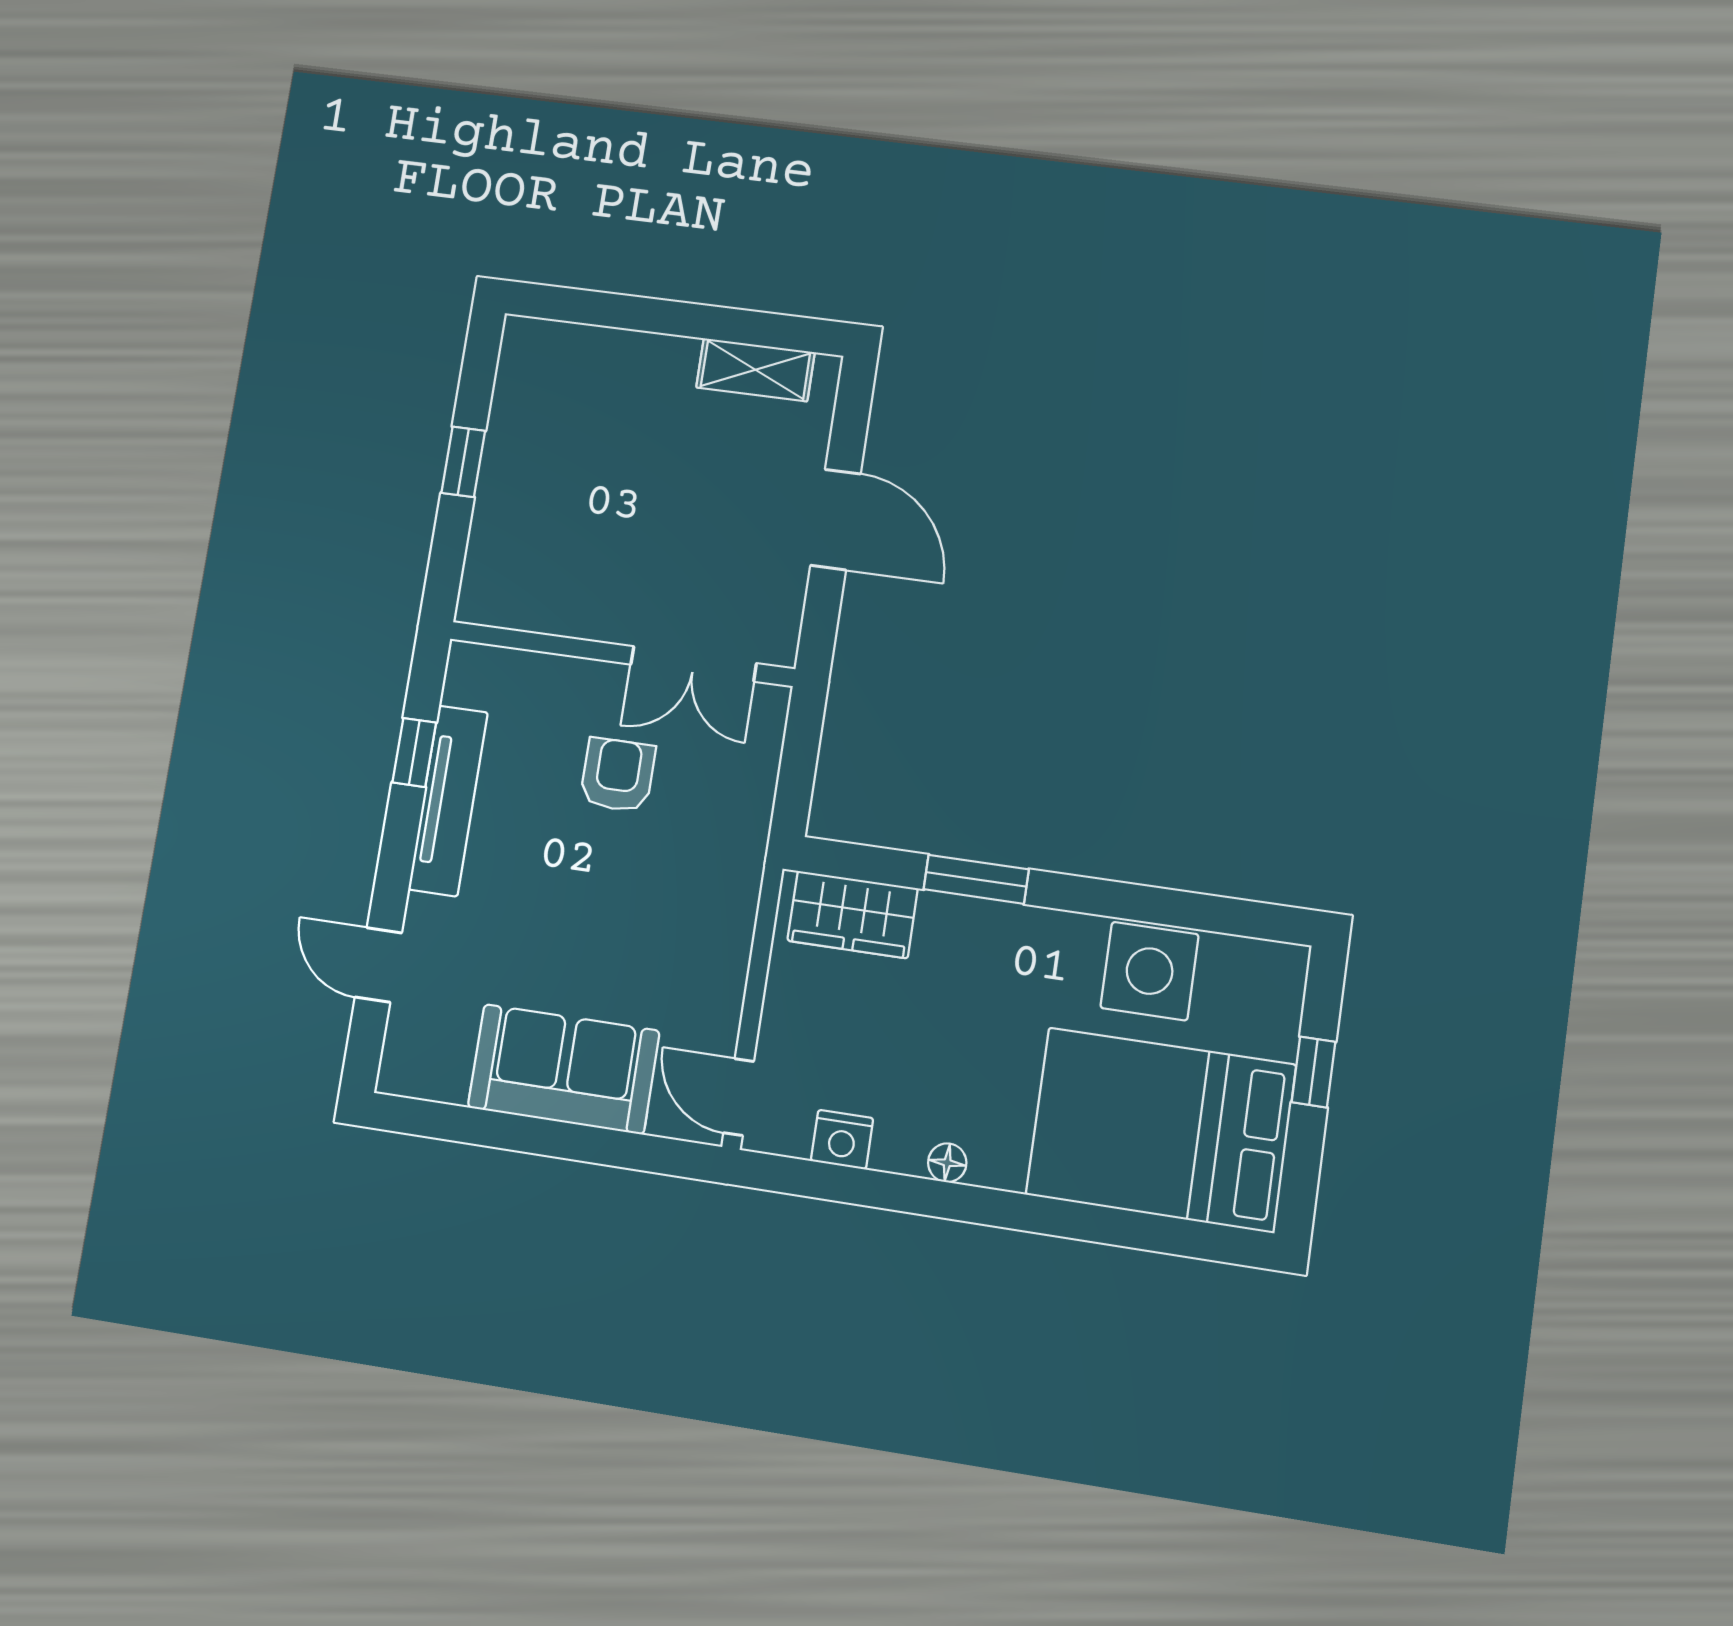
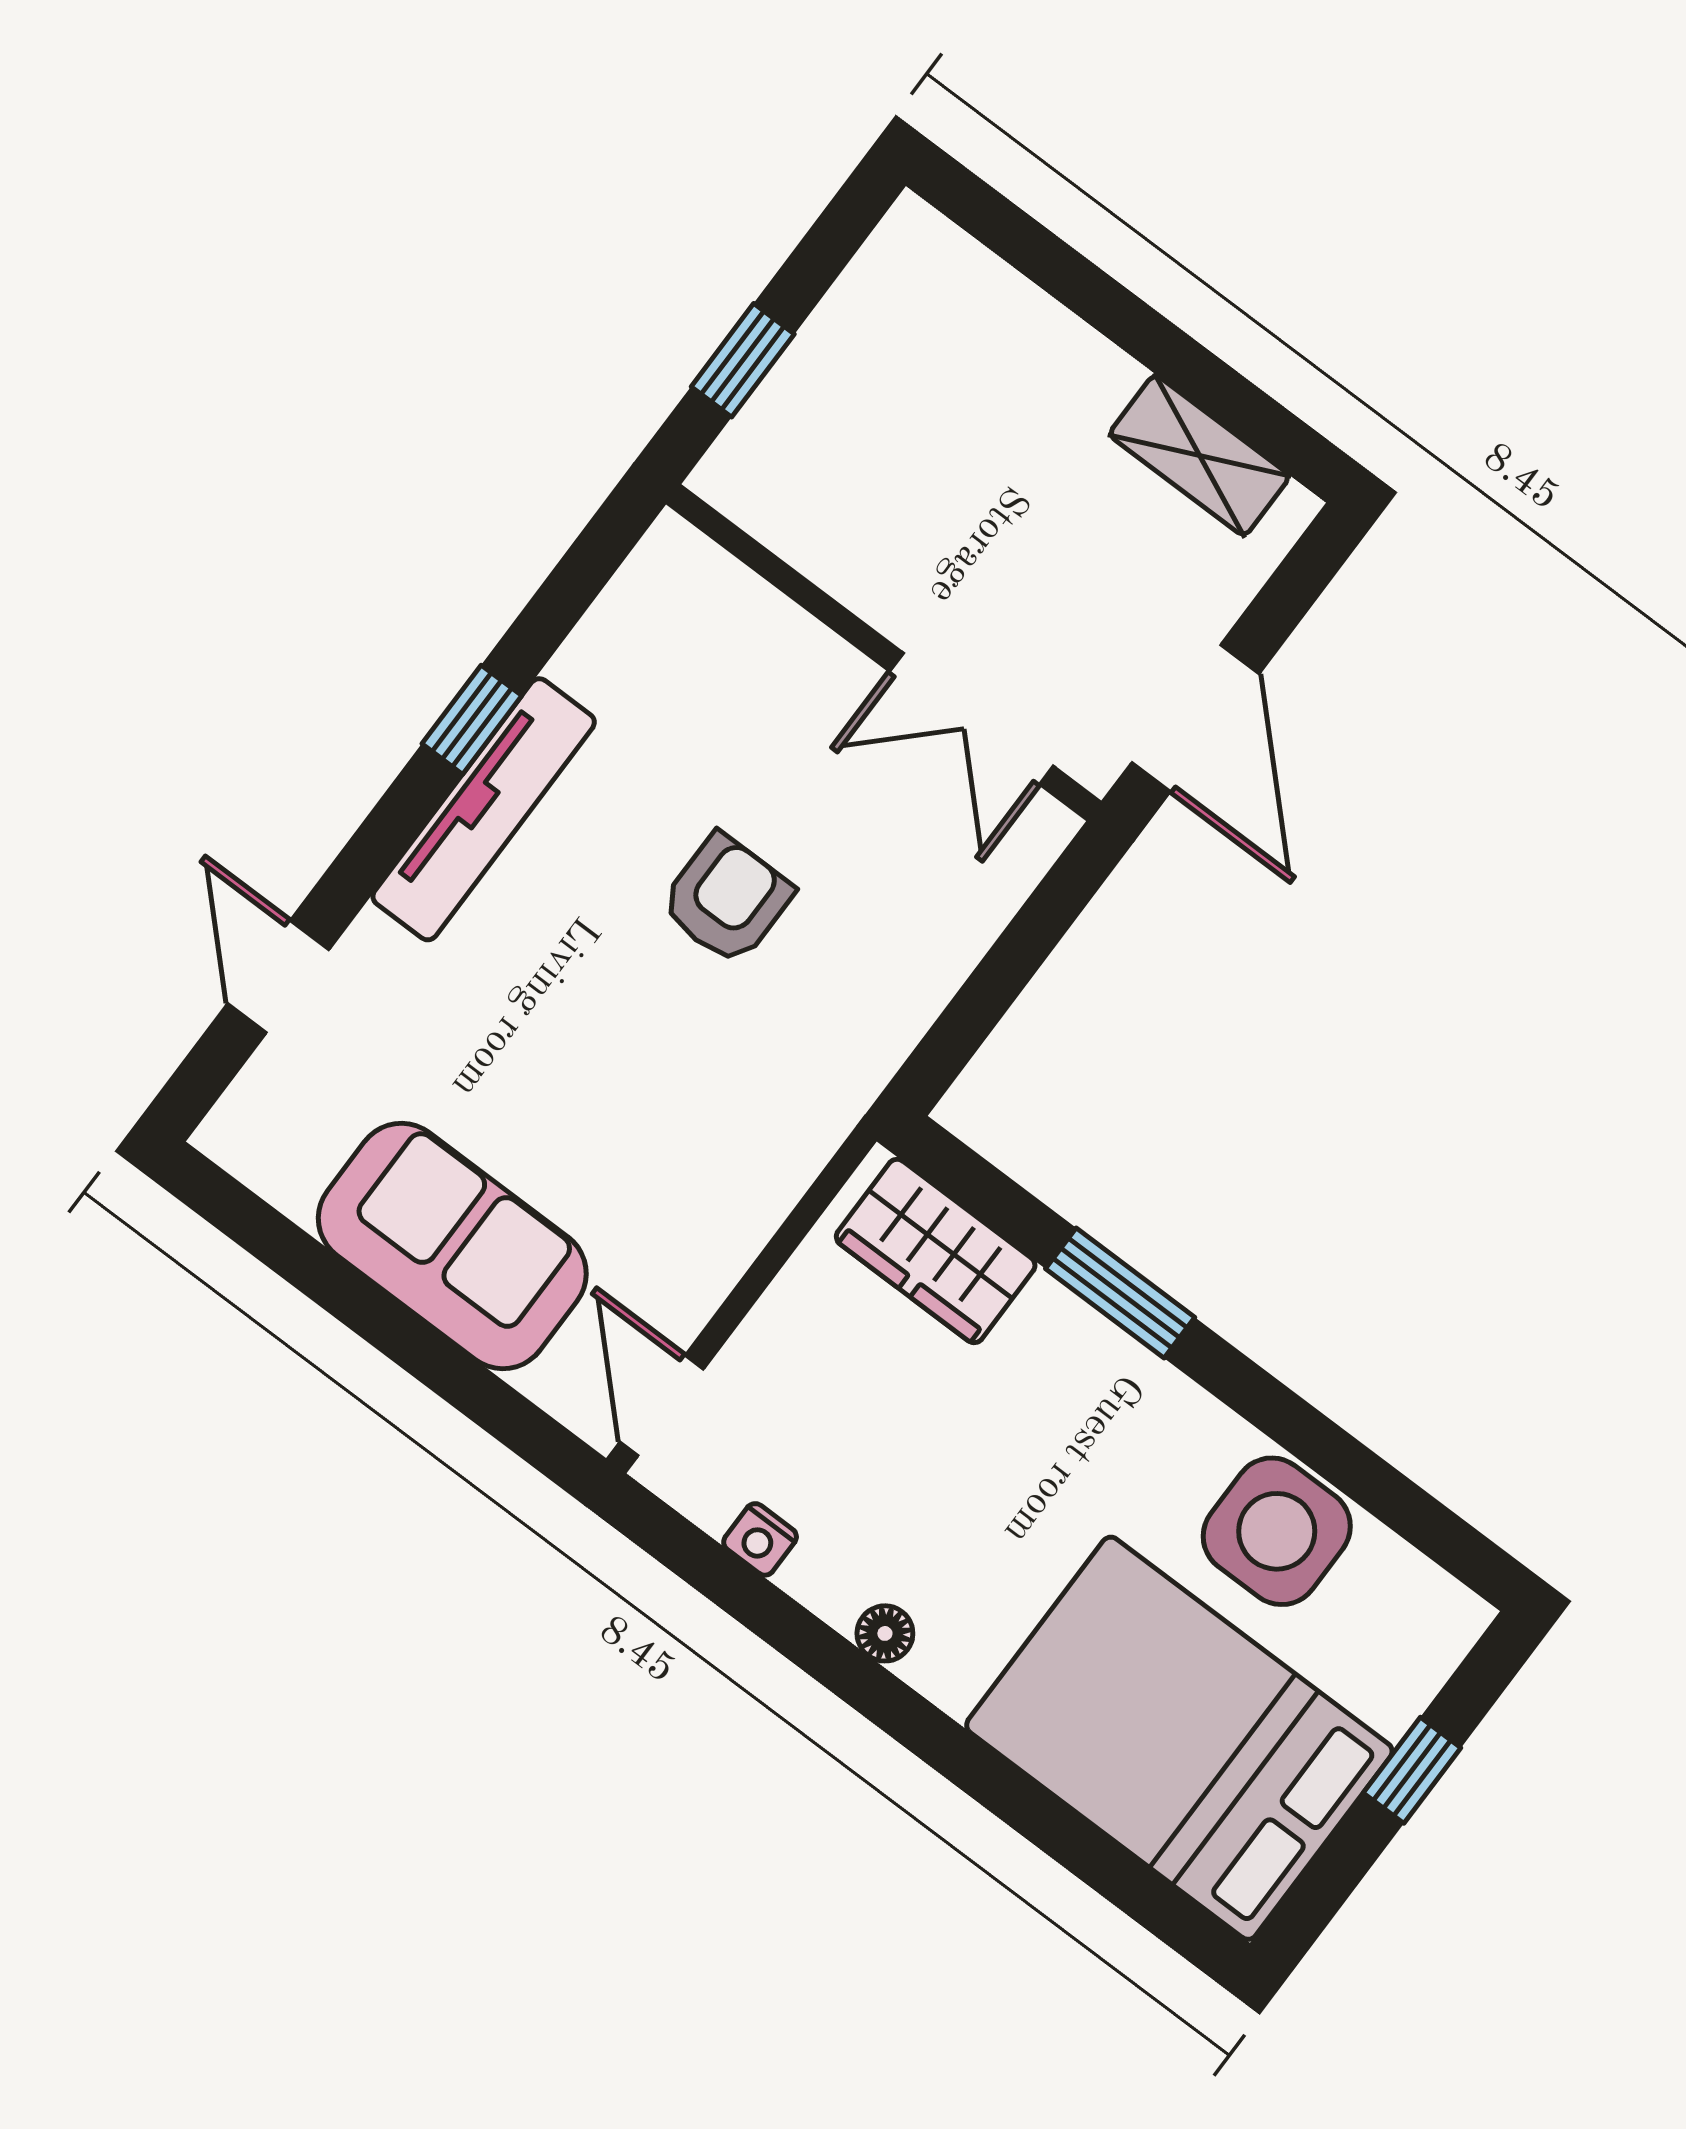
wall: (622, 654) -> (884, 653), moved
double door: (694, 664) -> (971, 719), moved
nightstand: (842, 1140) -> (760, 1539), width x0.72, depth x0.74

